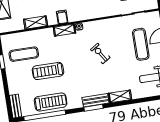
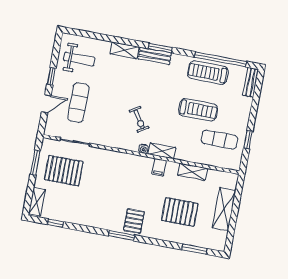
exercise bike: (100, 54) -> (139, 119), moved

